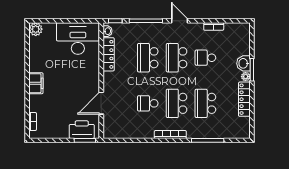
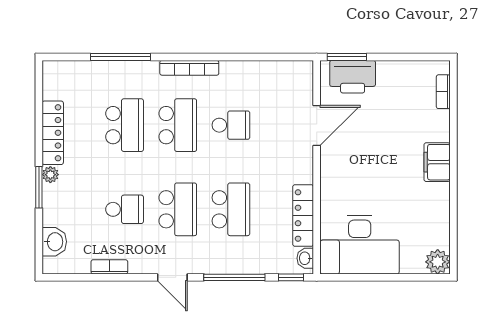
washbasin: (244, 63) -> (54, 242), moved

